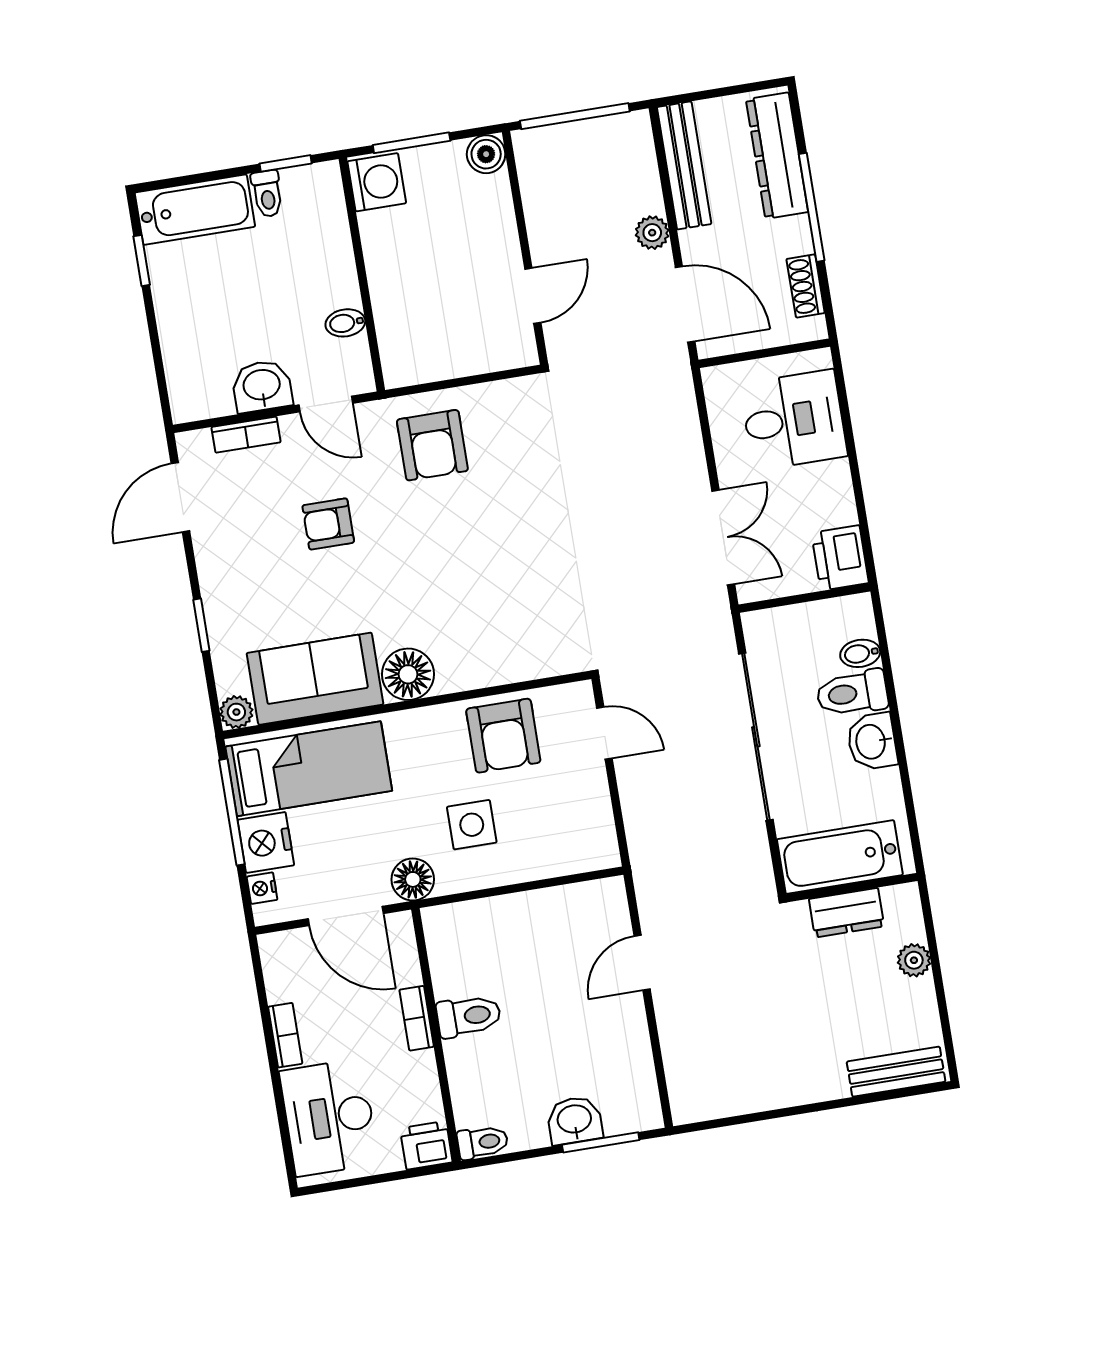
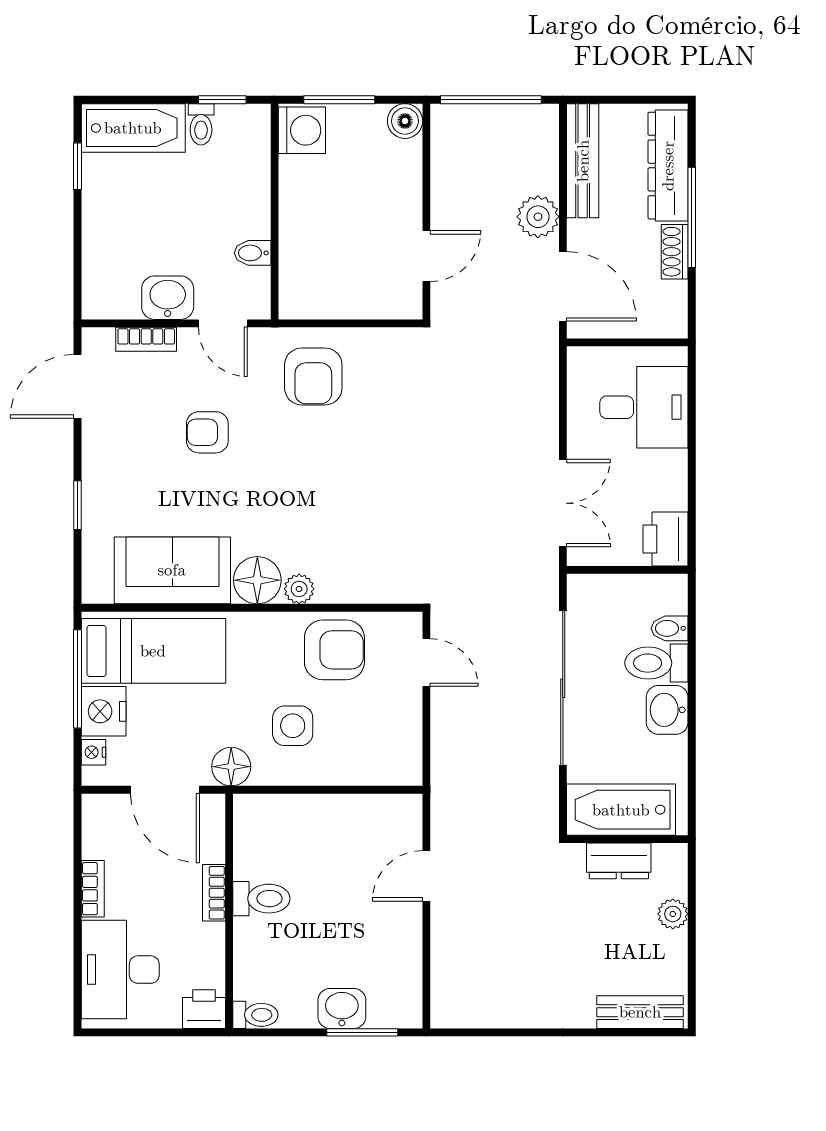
plant: (652, 233) -> (538, 217), width x1.38, depth x1.38
shoe rack: (806, 286) -> (675, 252), moved
plant: (236, 712) -> (299, 589), moved
armchair: (503, 736) -> (334, 650), turned -90

